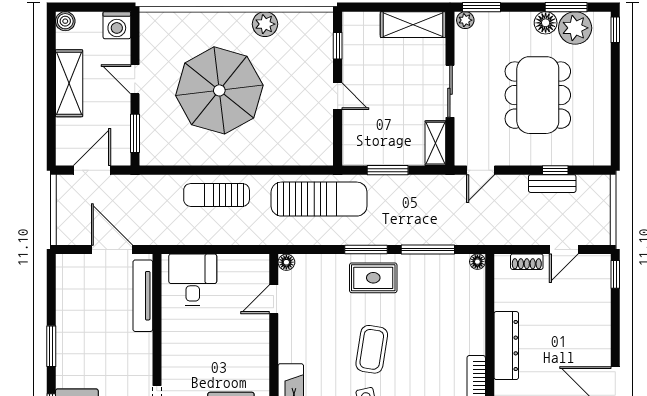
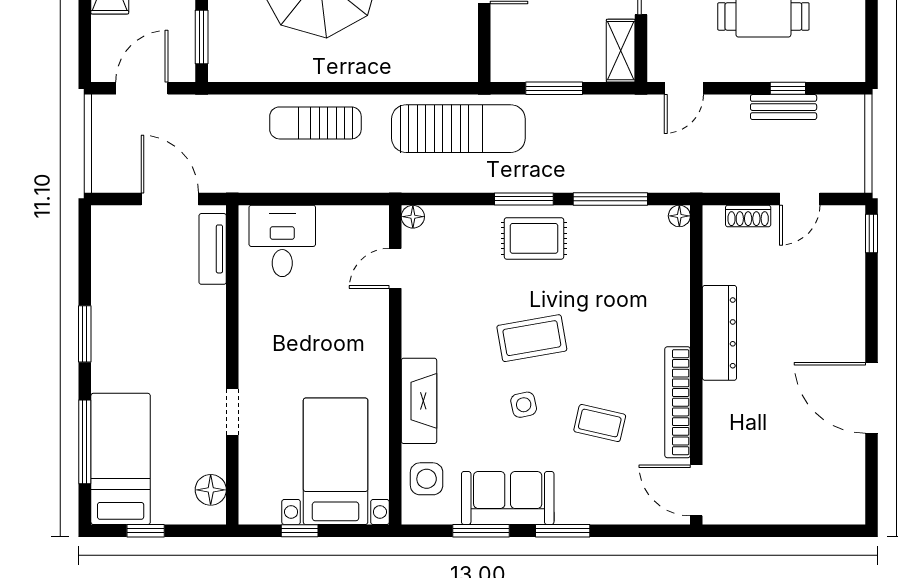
tv unit: (143, 296) -> (213, 249), width x0.71
coffee table: (372, 349) -> (532, 338), turned 71

